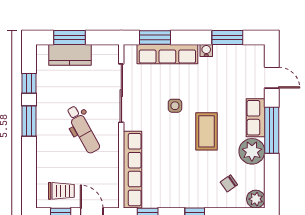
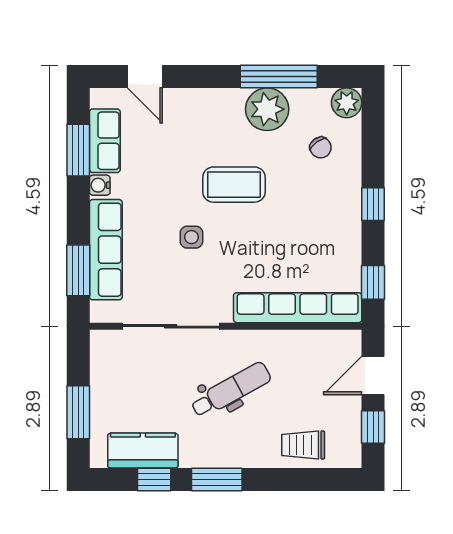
kitchen counter: (70, 55) -> (143, 450), moved, turned -90
door: (272, 78) -> (145, 76), swing flipped
row of seats: (256, 118) -> (105, 141), moved, turned -90
window: (272, 130) -> (279, 76), moved
trolley: (61, 191) -> (303, 445), moved, turned -90

